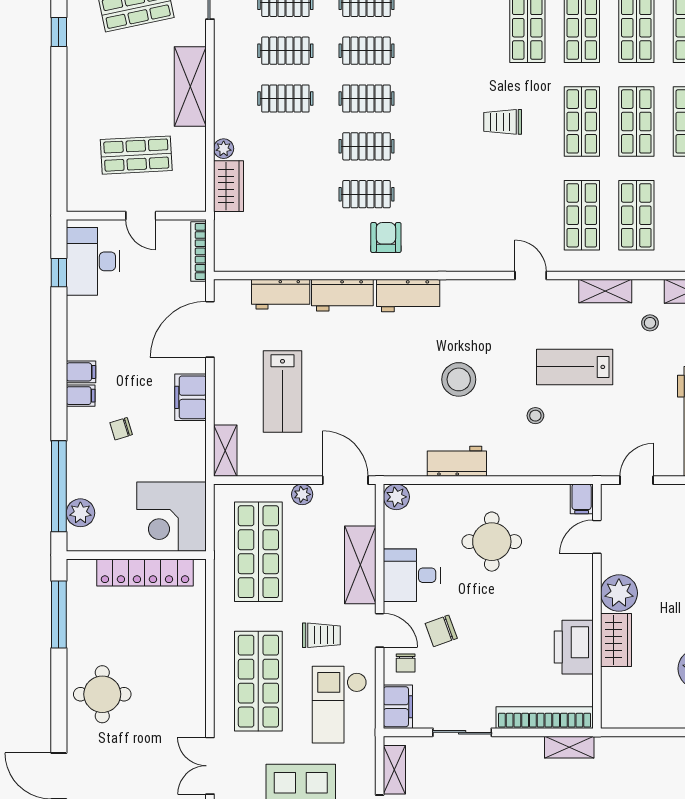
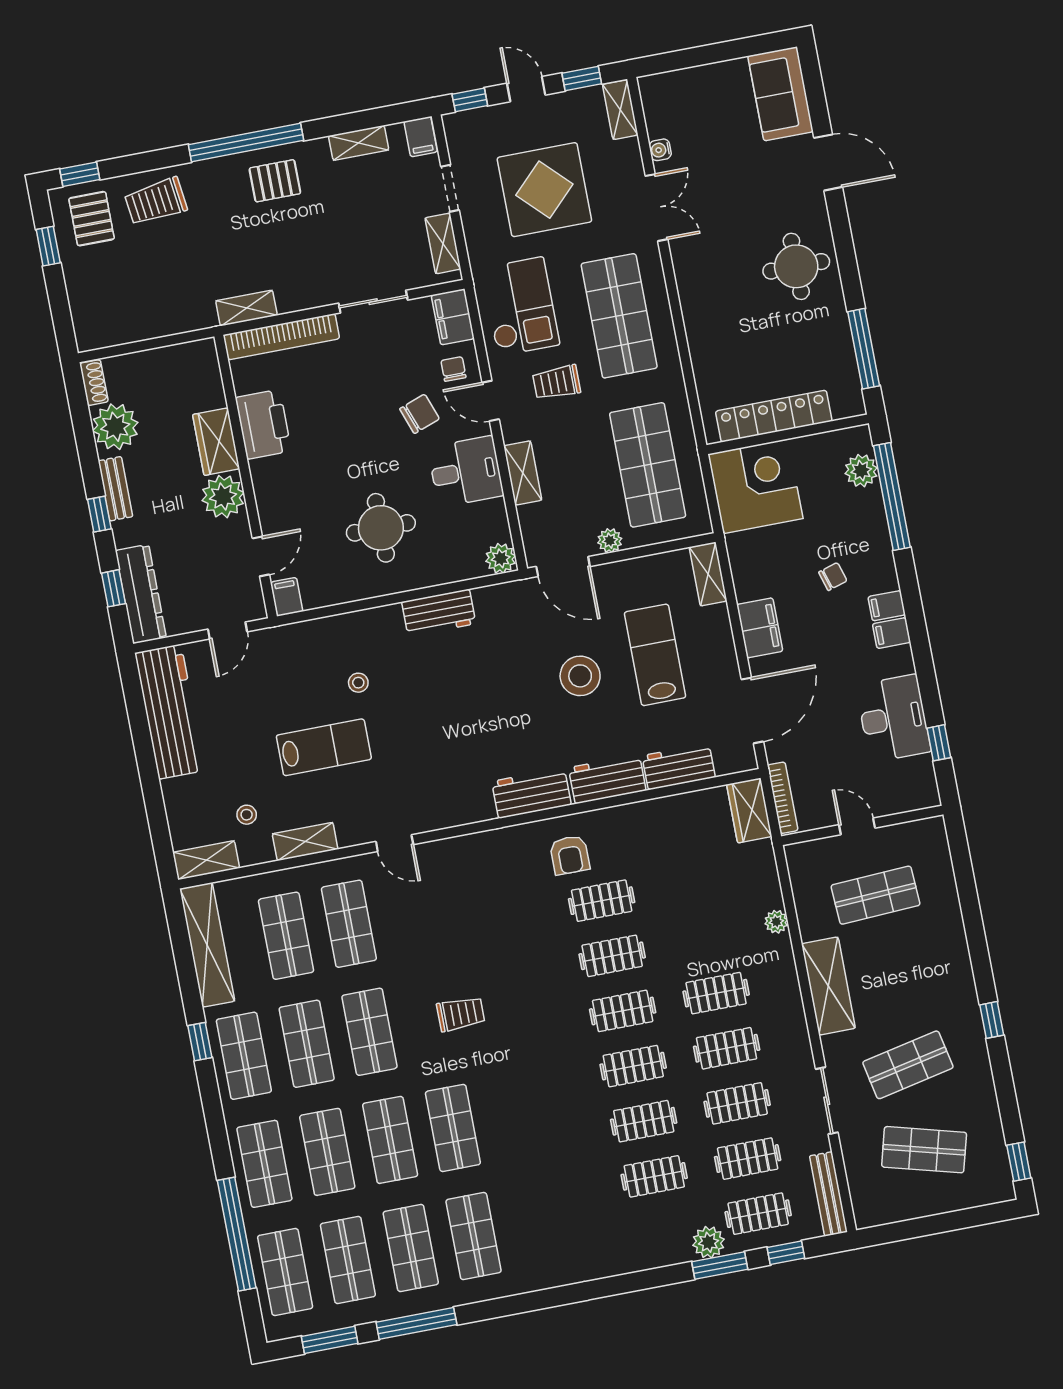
wardrobe: (228, 186) -> (749, 810), moved
desk: (93, 261) -> (893, 718), moved
stool: (459, 379) -> (580, 676), moved
shelving: (360, 565) -> (523, 473), width x0.67, depth x0.75

